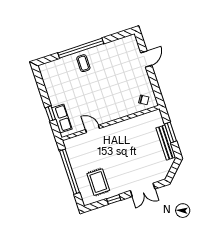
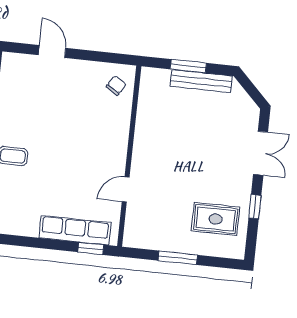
window: (50, 114) -> (91, 248), moved
row of seats: (62, 119) -> (75, 230), width x1.48
window: (70, 172) -> (178, 258), width x0.47

